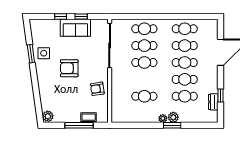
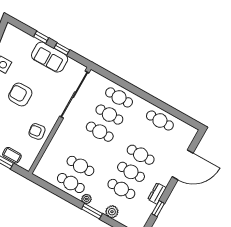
cafe table: (185, 46) -> (71, 183), moved
dresser: (213, 102) -> (157, 193), moved
plant: (173, 117) -> (112, 212), moved

